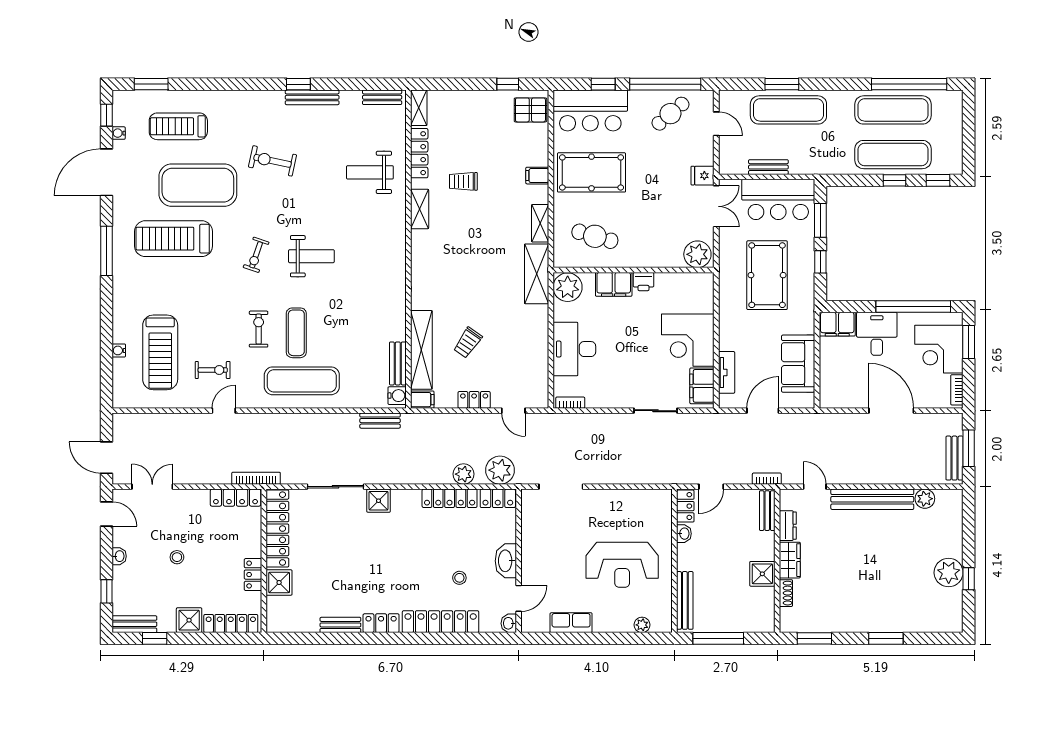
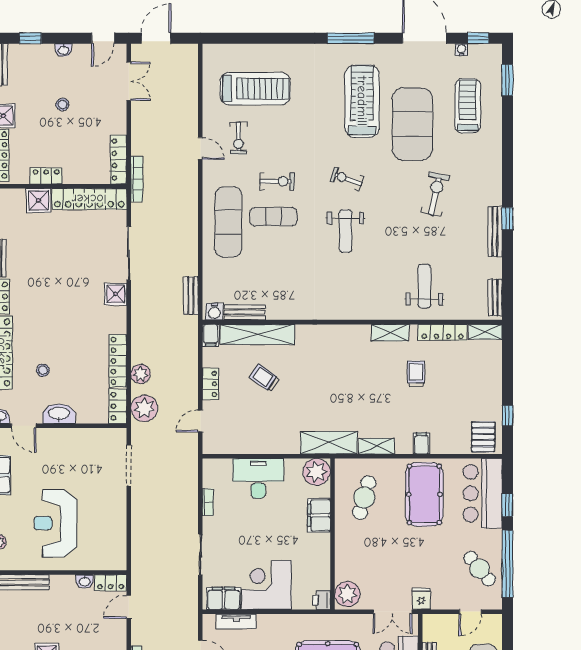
printer: (643, 282) -> (322, 600), moved
water cooler: (119, 350) -> (257, 50), removed
treadmill: (160, 352) -> (255, 89), turned 180
bookcase: (570, 403) -> (208, 502), moved
door: (711, 487) -> (129, 607), hinge flipped

